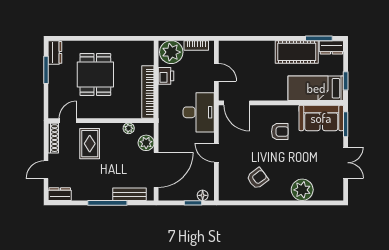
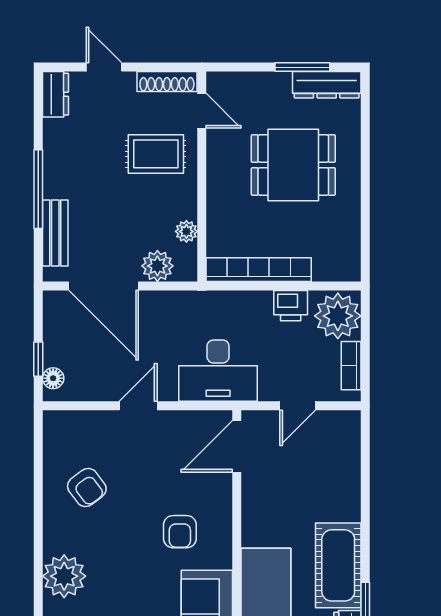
dresser: (55, 52) -> (327, 85), width x1.44

